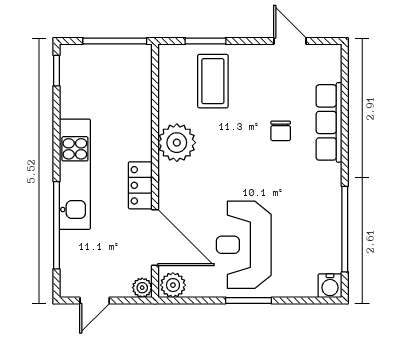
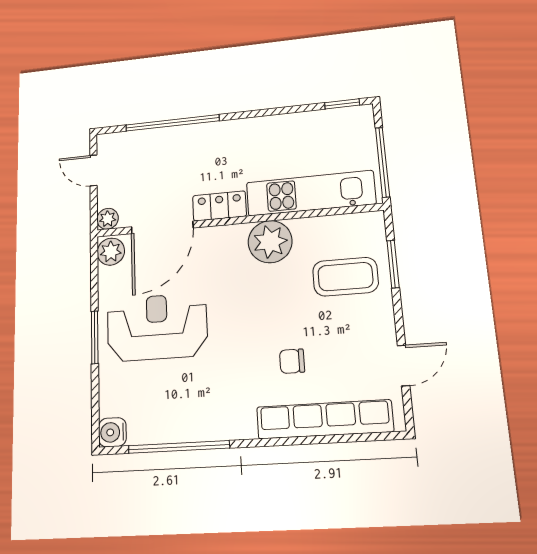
row of seats: (329, 122) -> (324, 419), width x1.36
kitchen unit: (75, 174) -> (310, 193), moved, turned 180

